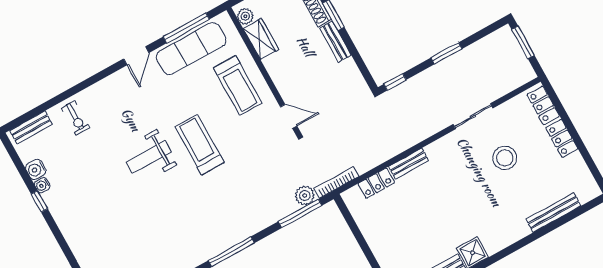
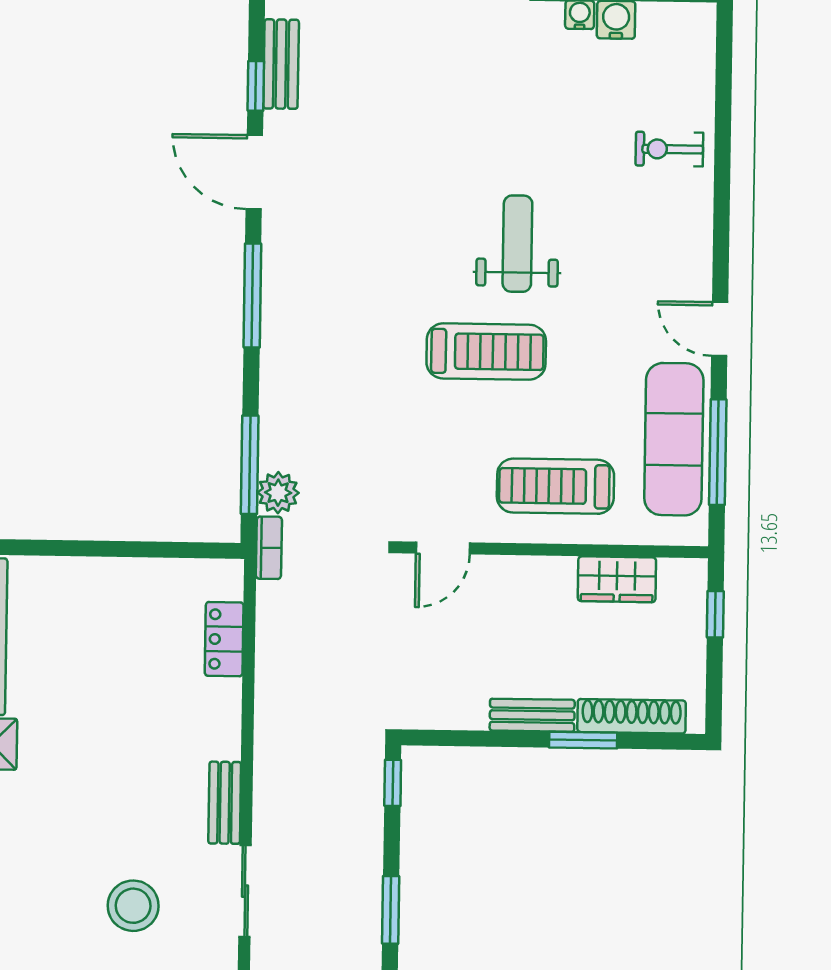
plant: (245, 16) -> (676, 575), removed
bench: (31, 128) -> (699, 56), removed
bench: (409, 164) -> (225, 803), moved
bookcase: (336, 182) -> (269, 548), width x0.64

